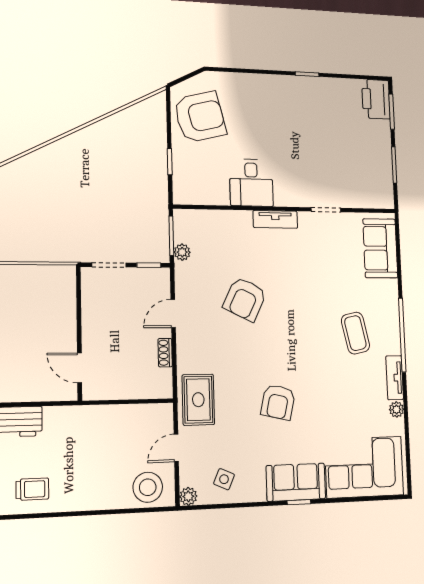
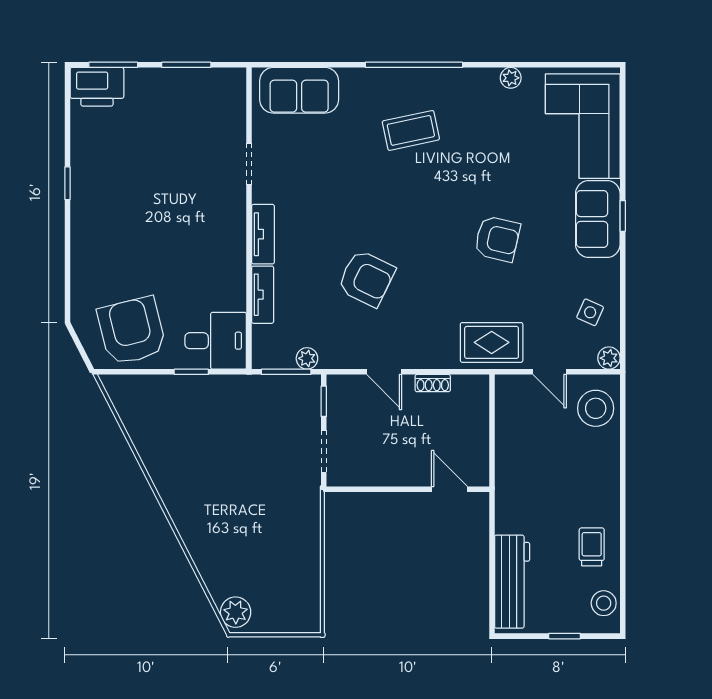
desk: (251, 183) -> (216, 341), moved
door: (80, 368) -> (450, 489), swing flipped
tv unit: (395, 378) -> (263, 295), moved, turned -90

